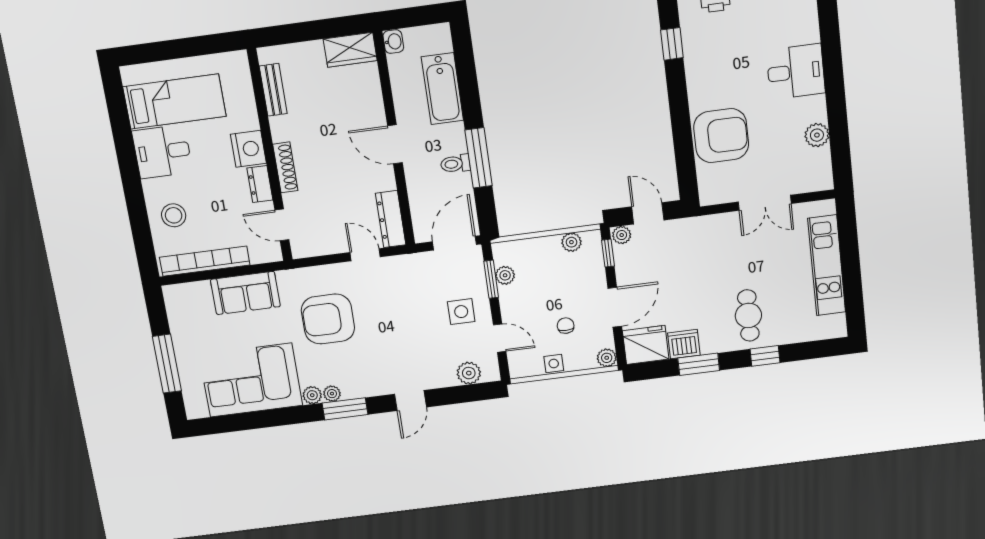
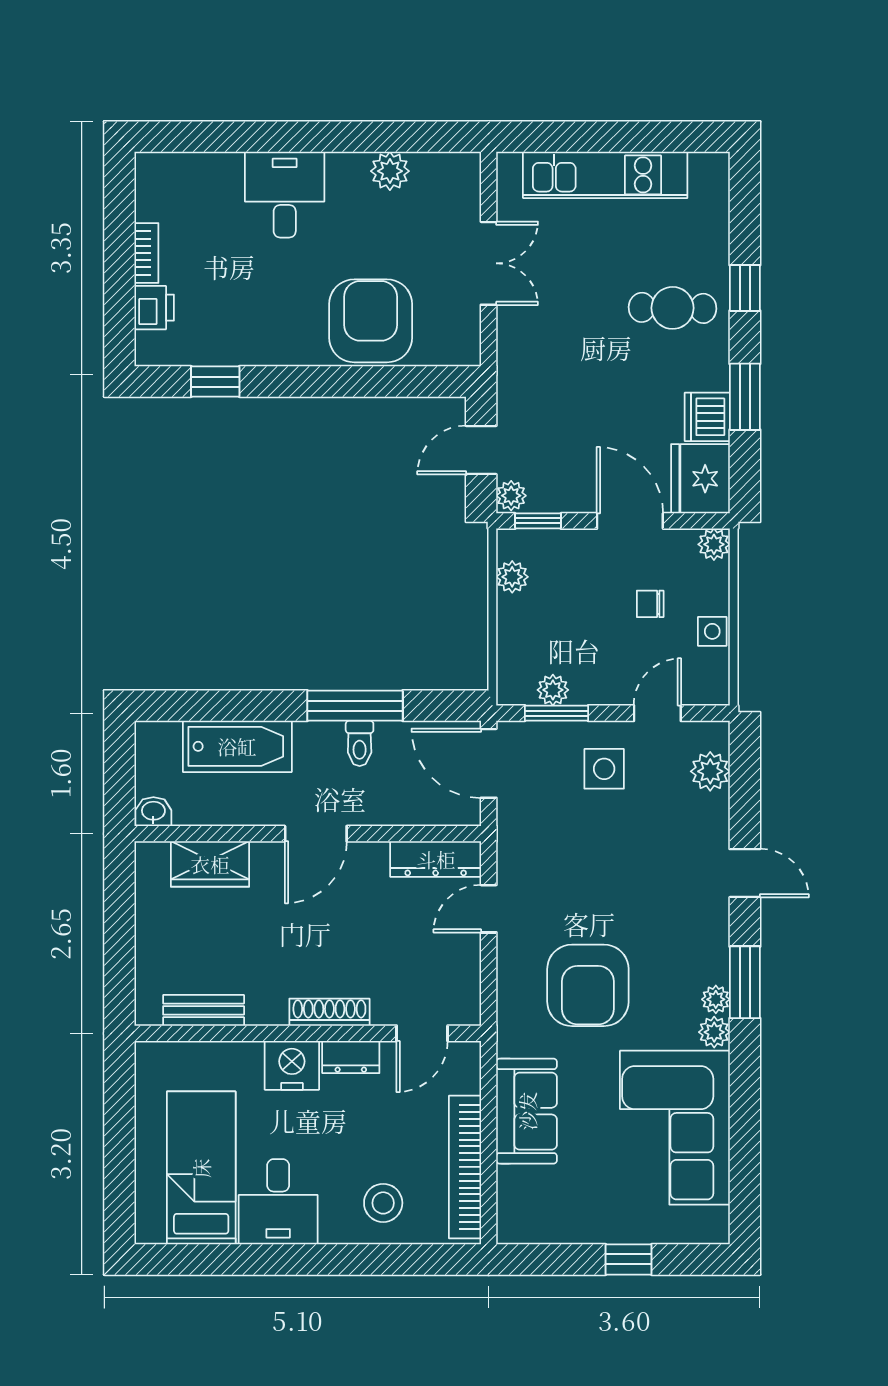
wardrobe: (350, 50) -> (210, 864), moved, turned 90
window: (167, 364) -> (629, 1259), width x0.46

